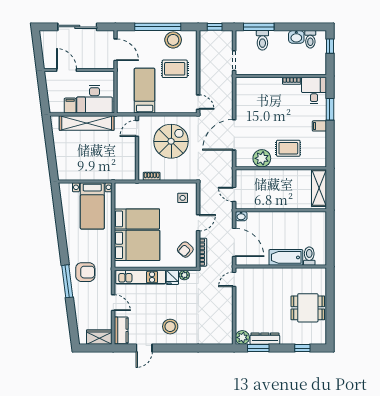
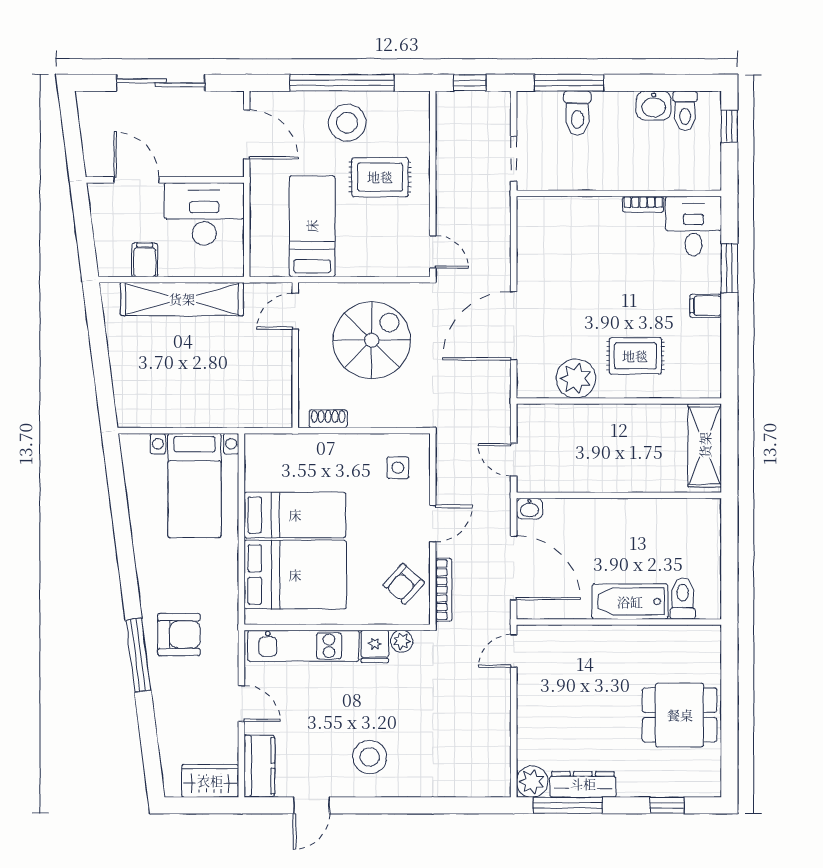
stool: (173, 40) -> (347, 123), moved
desk: (94, 99) -> (204, 214), moved, turned 180
window: (258, 348) -> (568, 805), width x1.44

